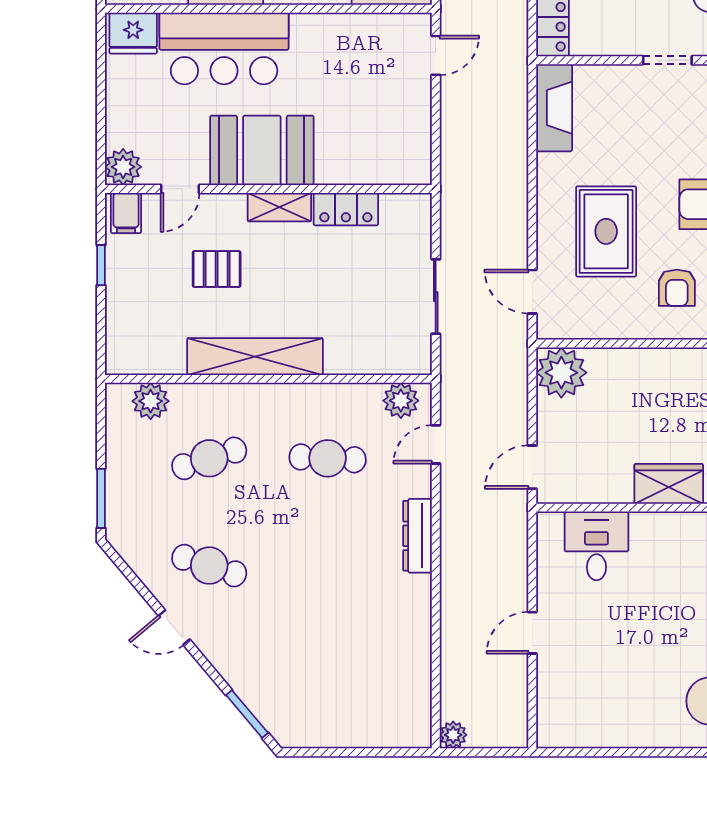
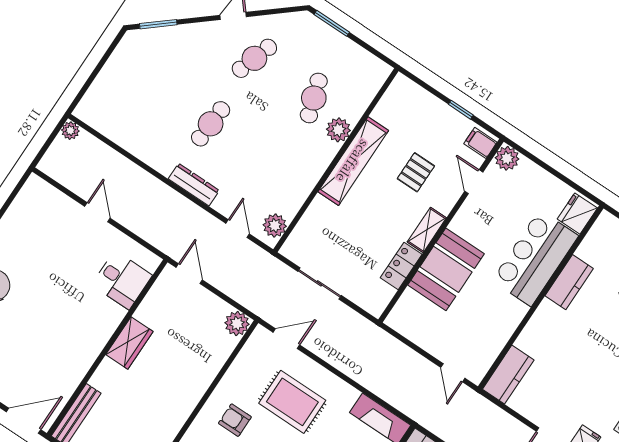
booth: (262, 150) -> (446, 269), moved
plant: (561, 373) -> (237, 324), width x0.73, depth x0.73
plant: (151, 401) -> (338, 130), moved
cafe table: (328, 458) -> (211, 124), moved

